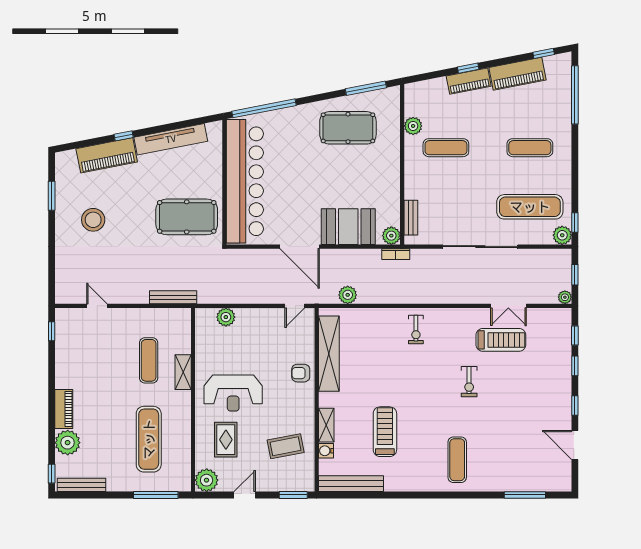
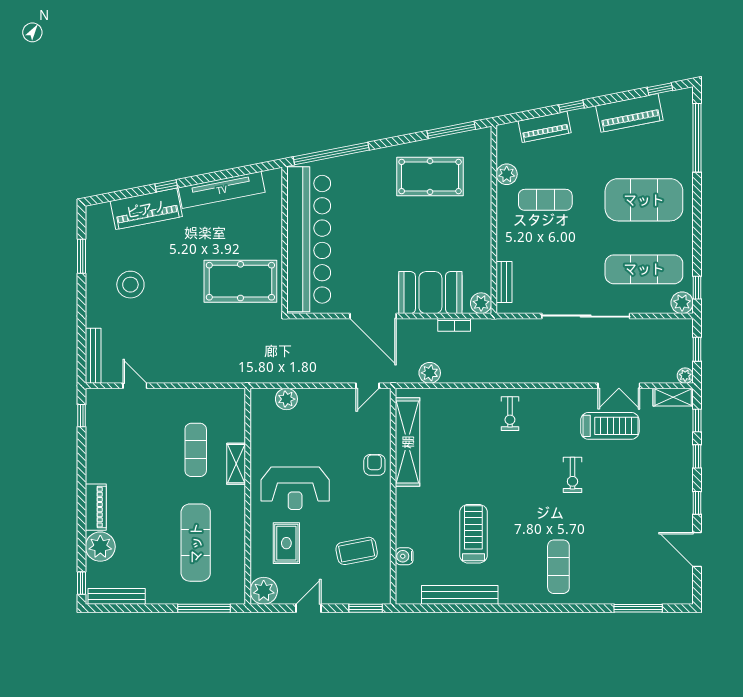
piano: (469, 81) -> (545, 127), moved
exercise mat: (530, 148) -> (644, 200), width x2.00, depth x1.45
bookcase: (396, 254) -> (454, 325), moved
bench: (173, 297) -> (93, 356), moved, turned 90
armchair: (301, 373) -> (374, 465), turned 90
shelving: (326, 425) -> (673, 397), moved, turned 90
bench: (351, 484) -> (460, 595), moved

